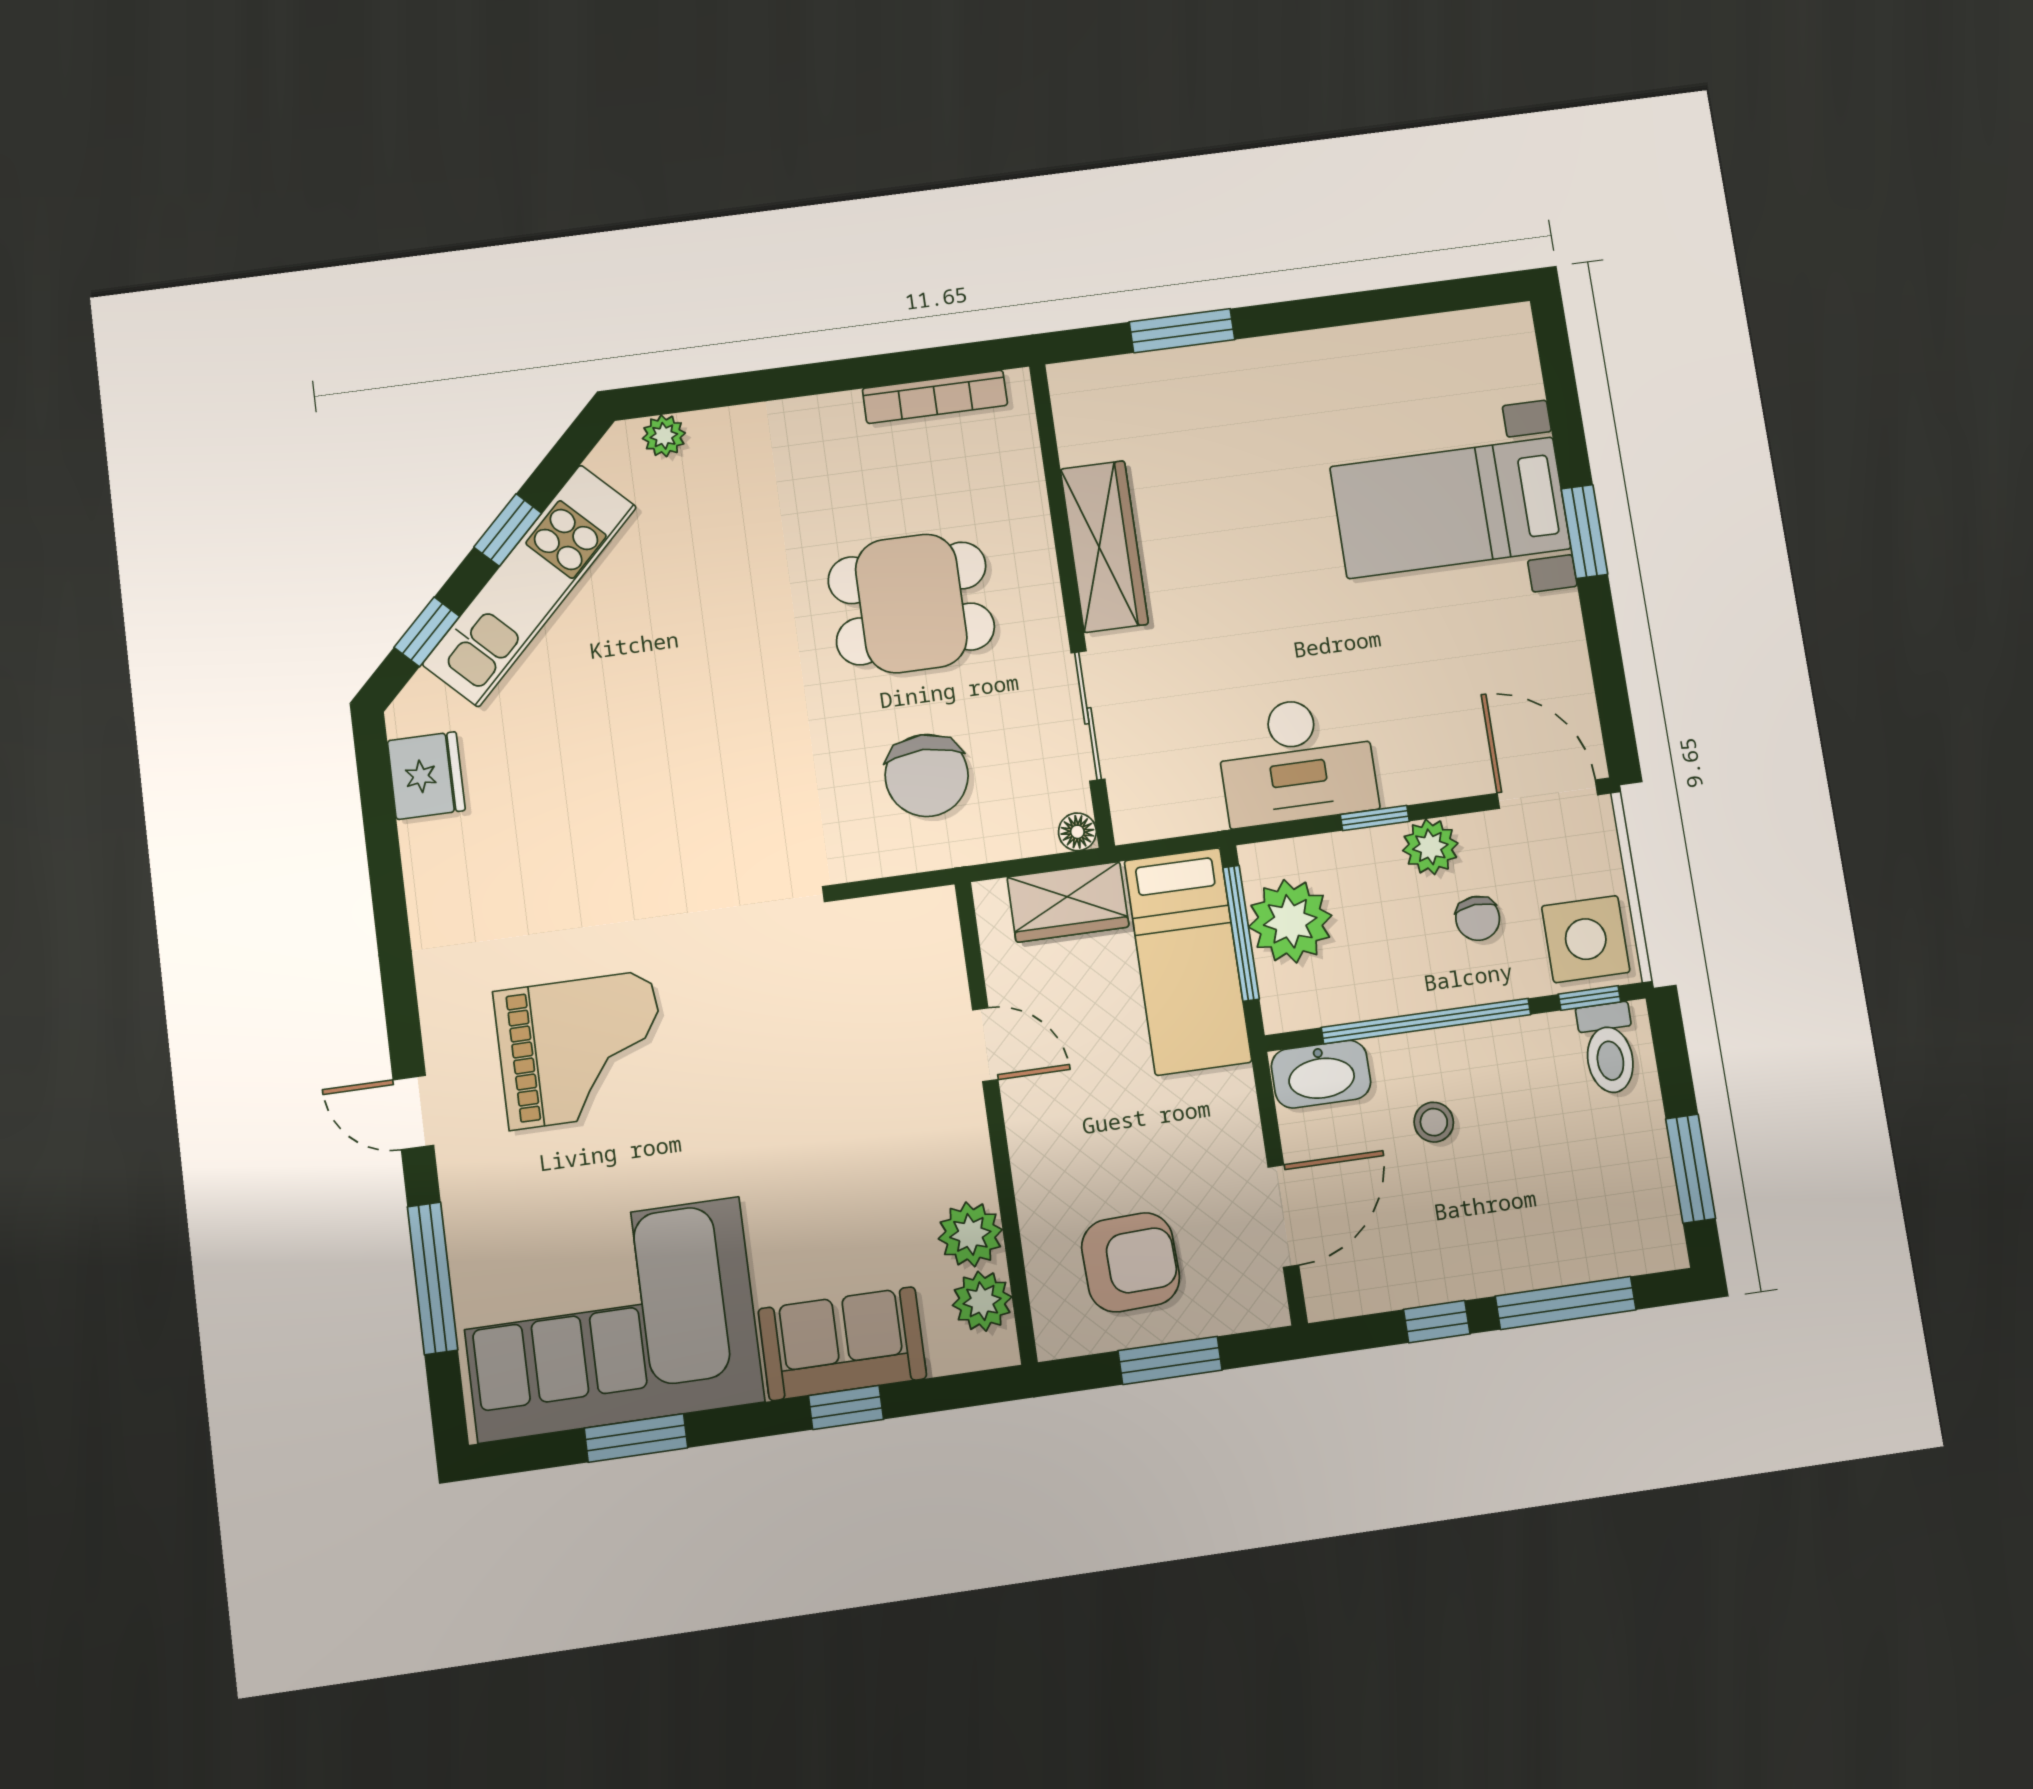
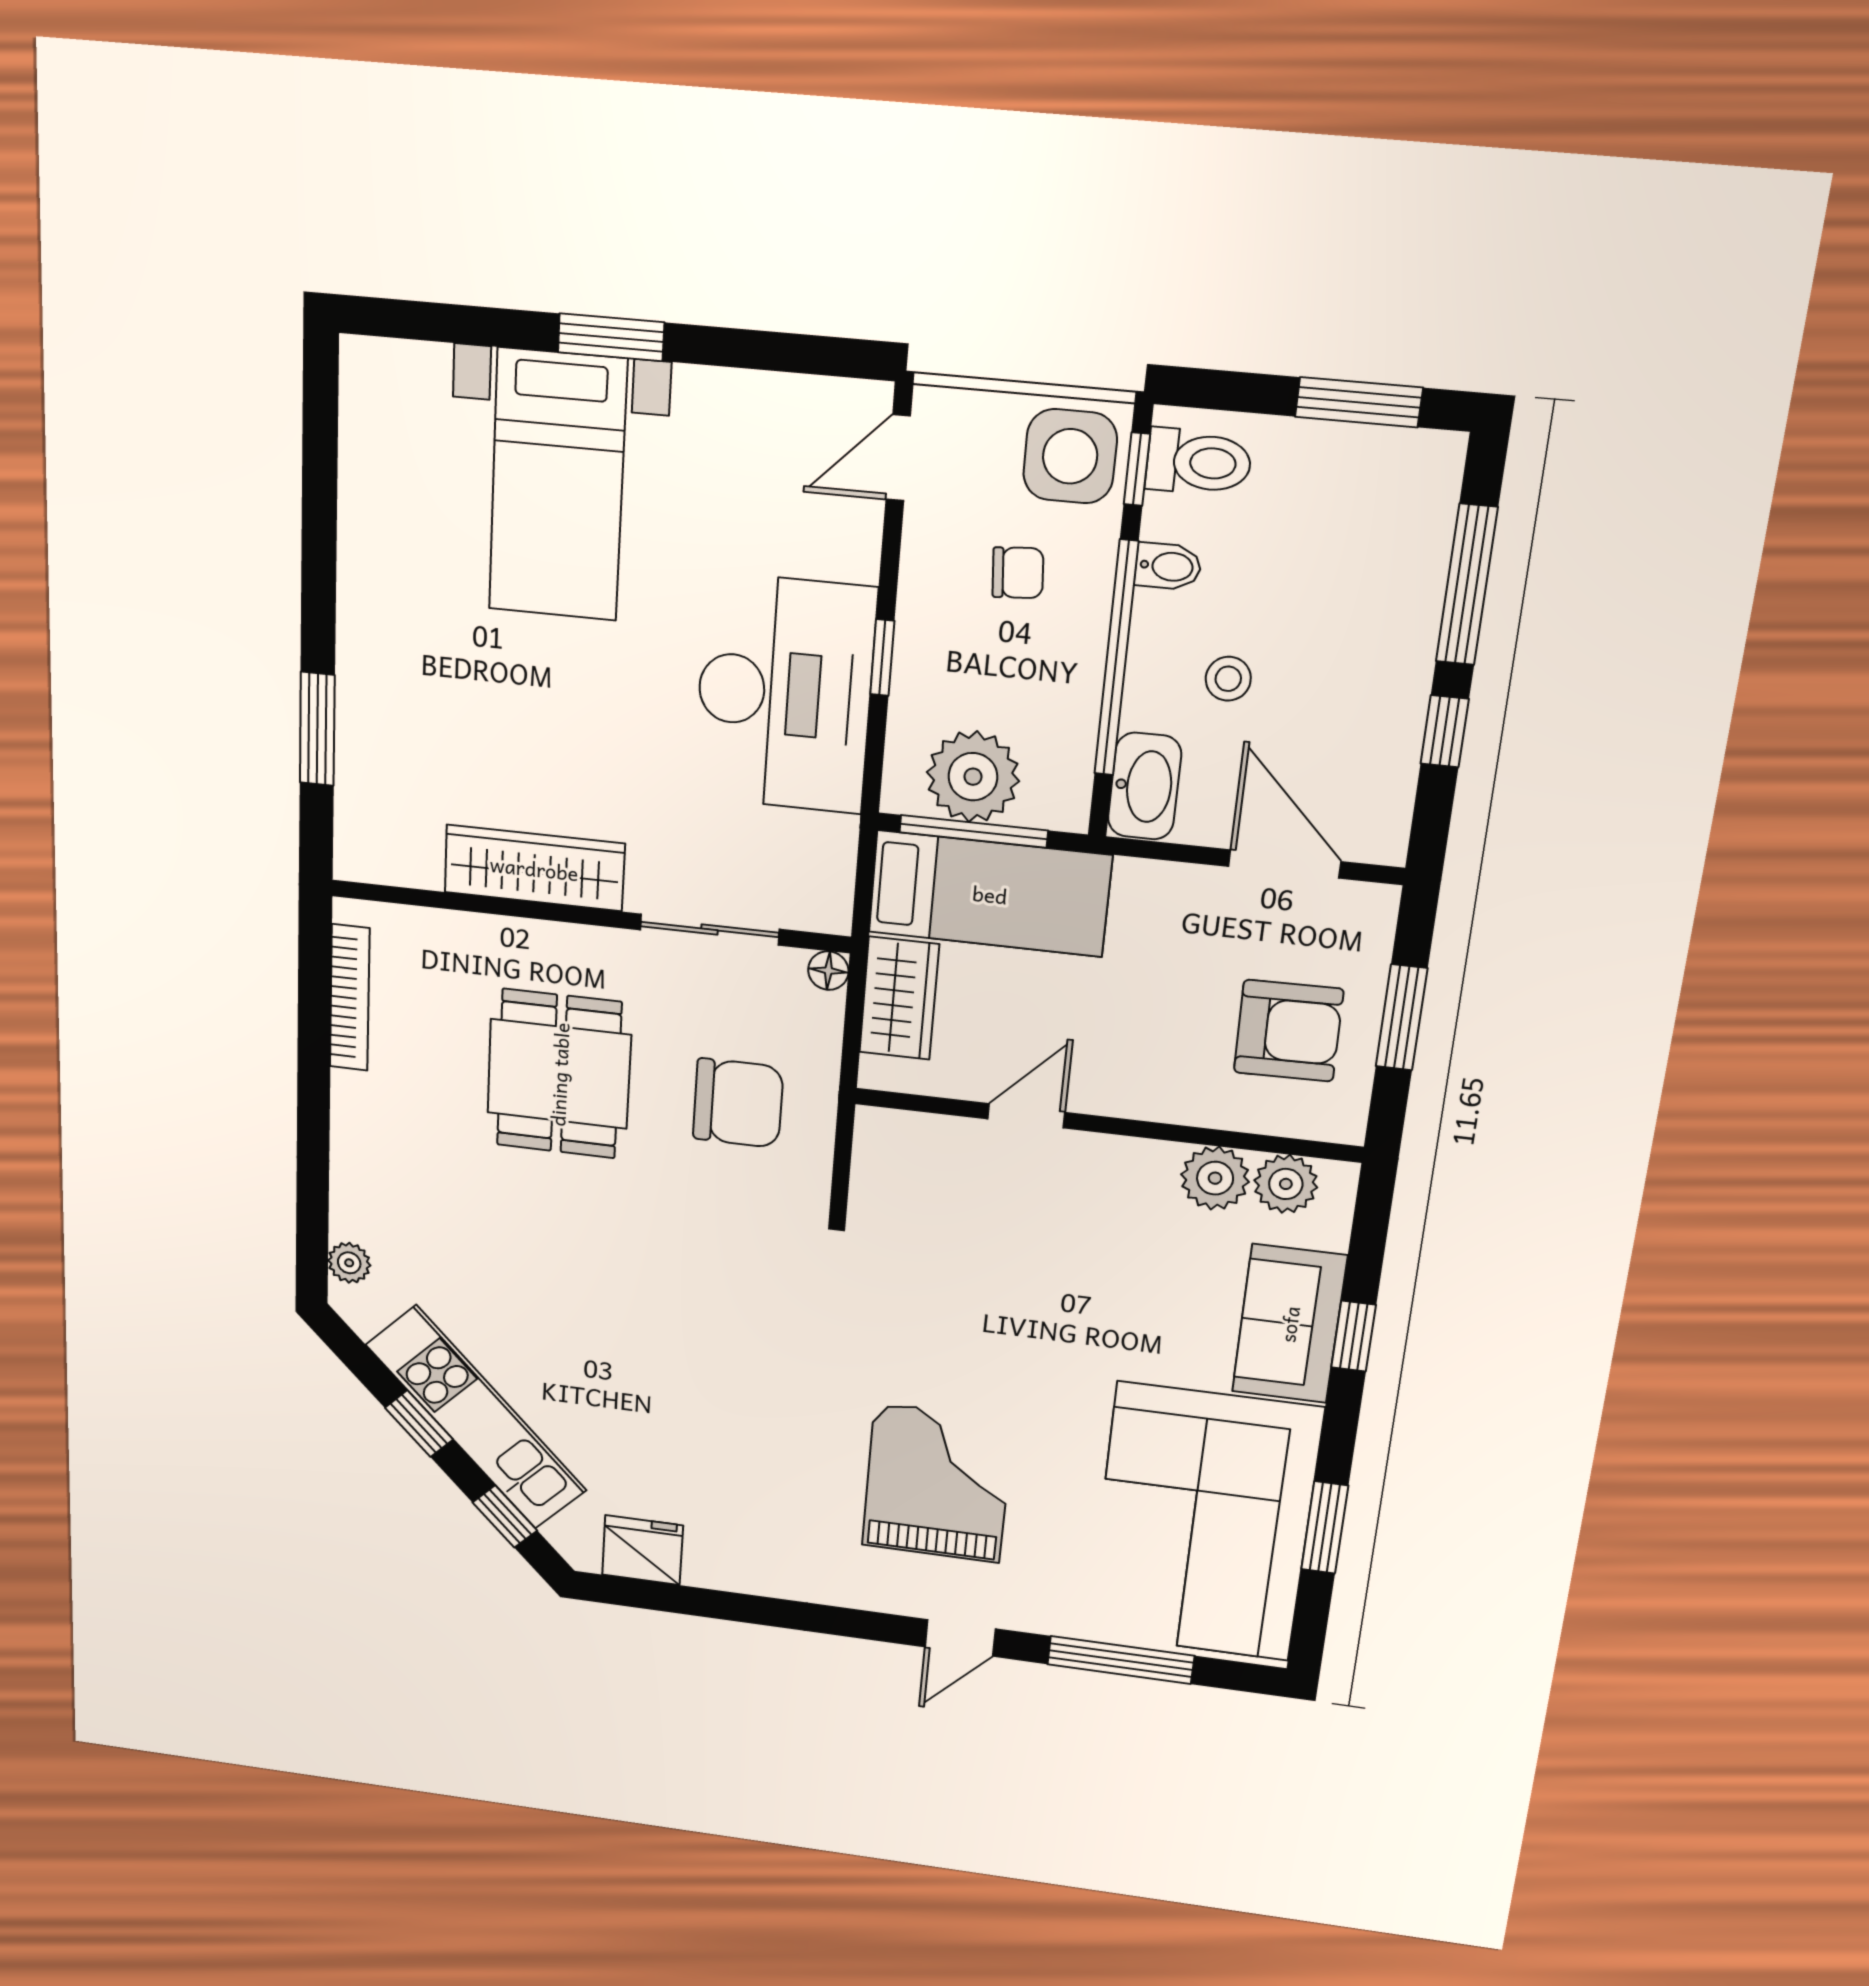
desk: (1296, 761) -> (784, 694), width x1.36, depth x1.30
door: (1547, 794) -> (898, 458), width x0.73
plant: (1430, 847) -> (927, 605), removed
bidet: (1516, 1045) -> (1168, 566), added
armchair: (1131, 1262) -> (1288, 1031), turned 91

